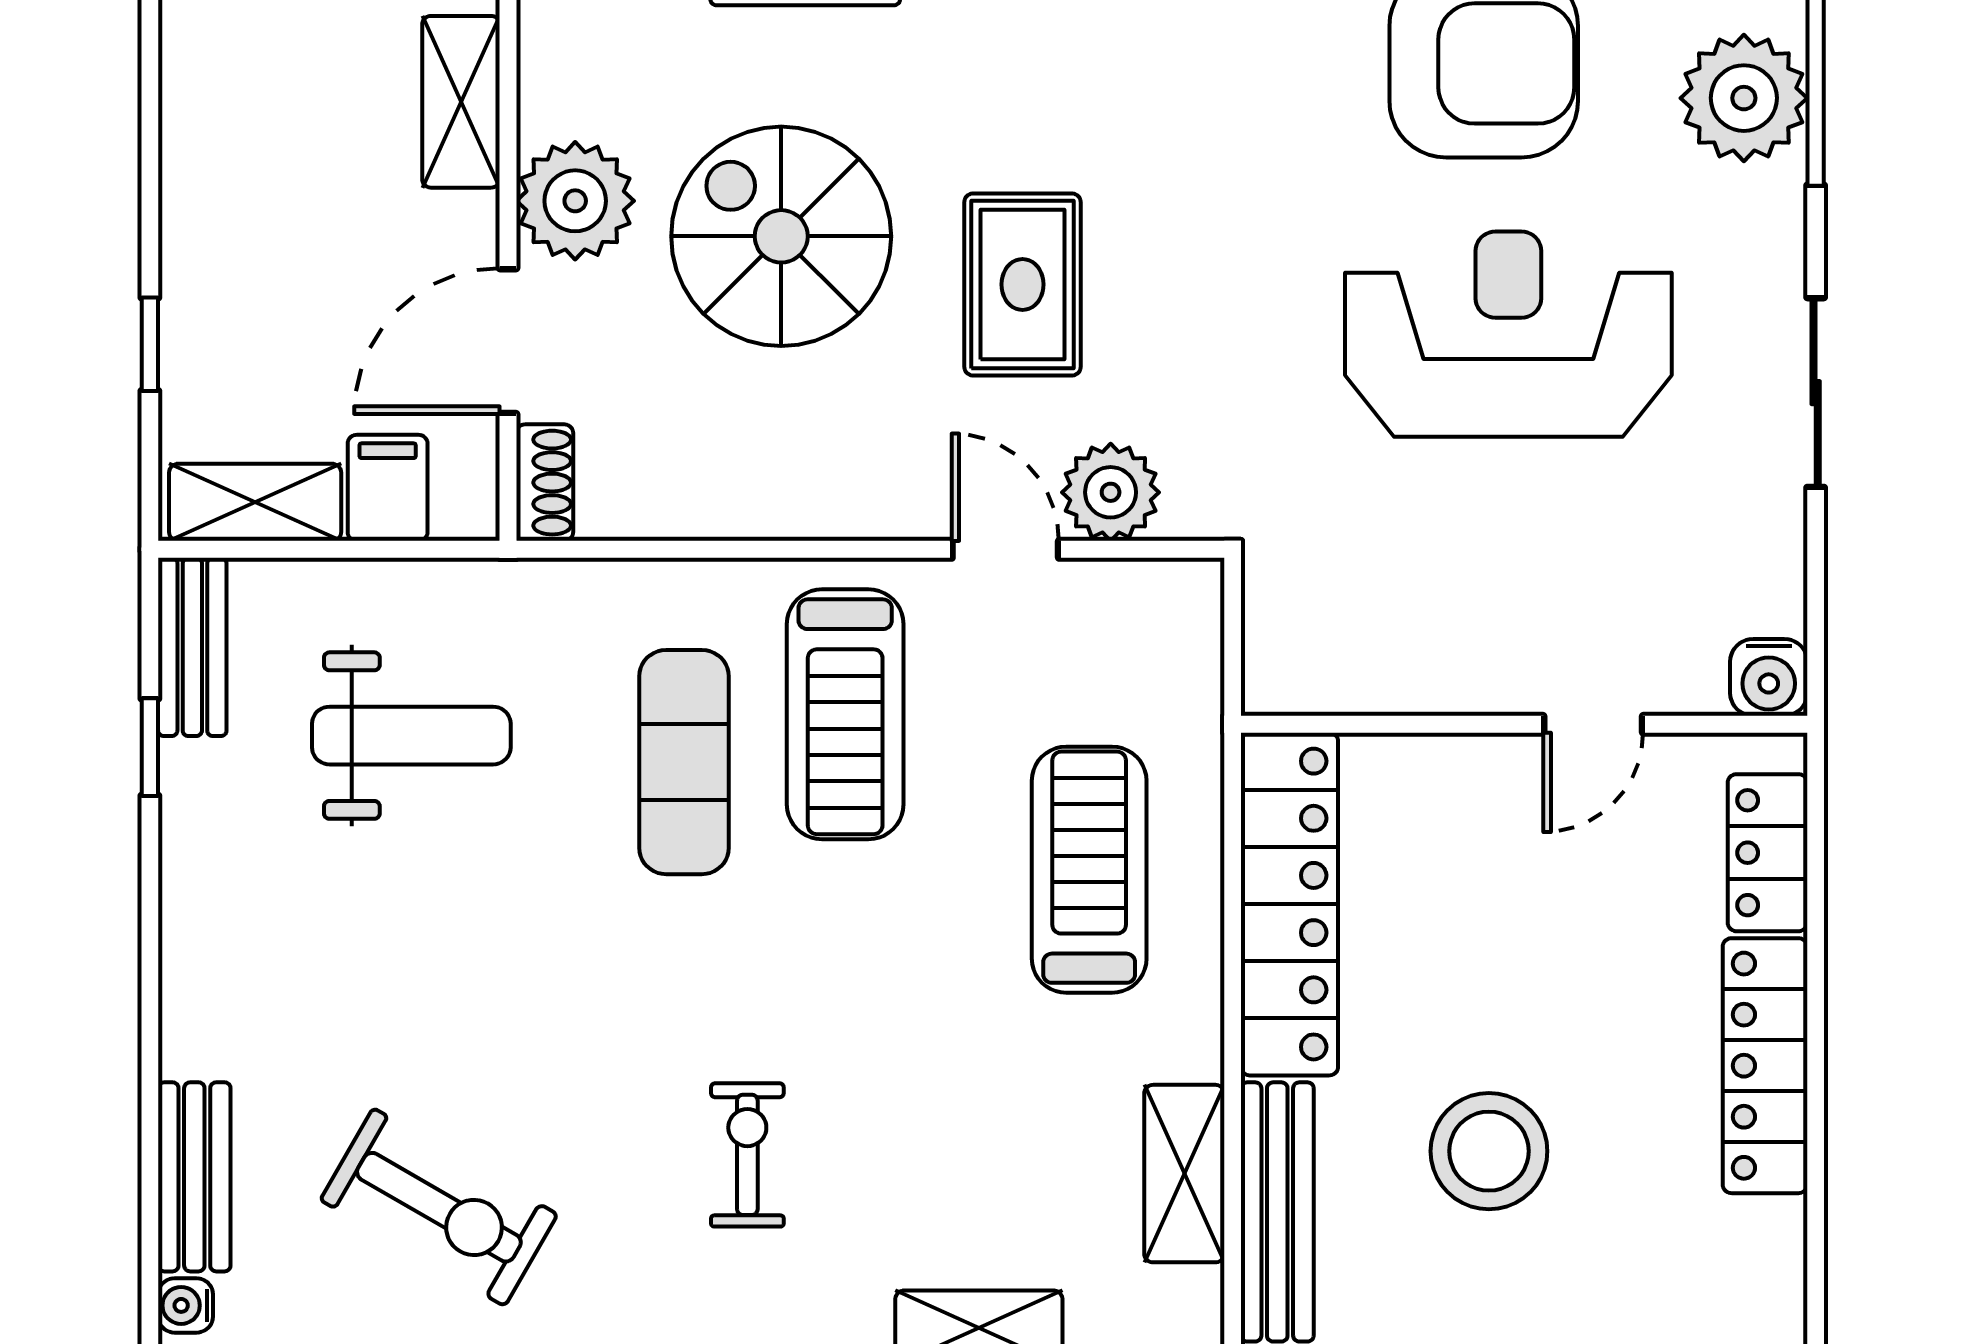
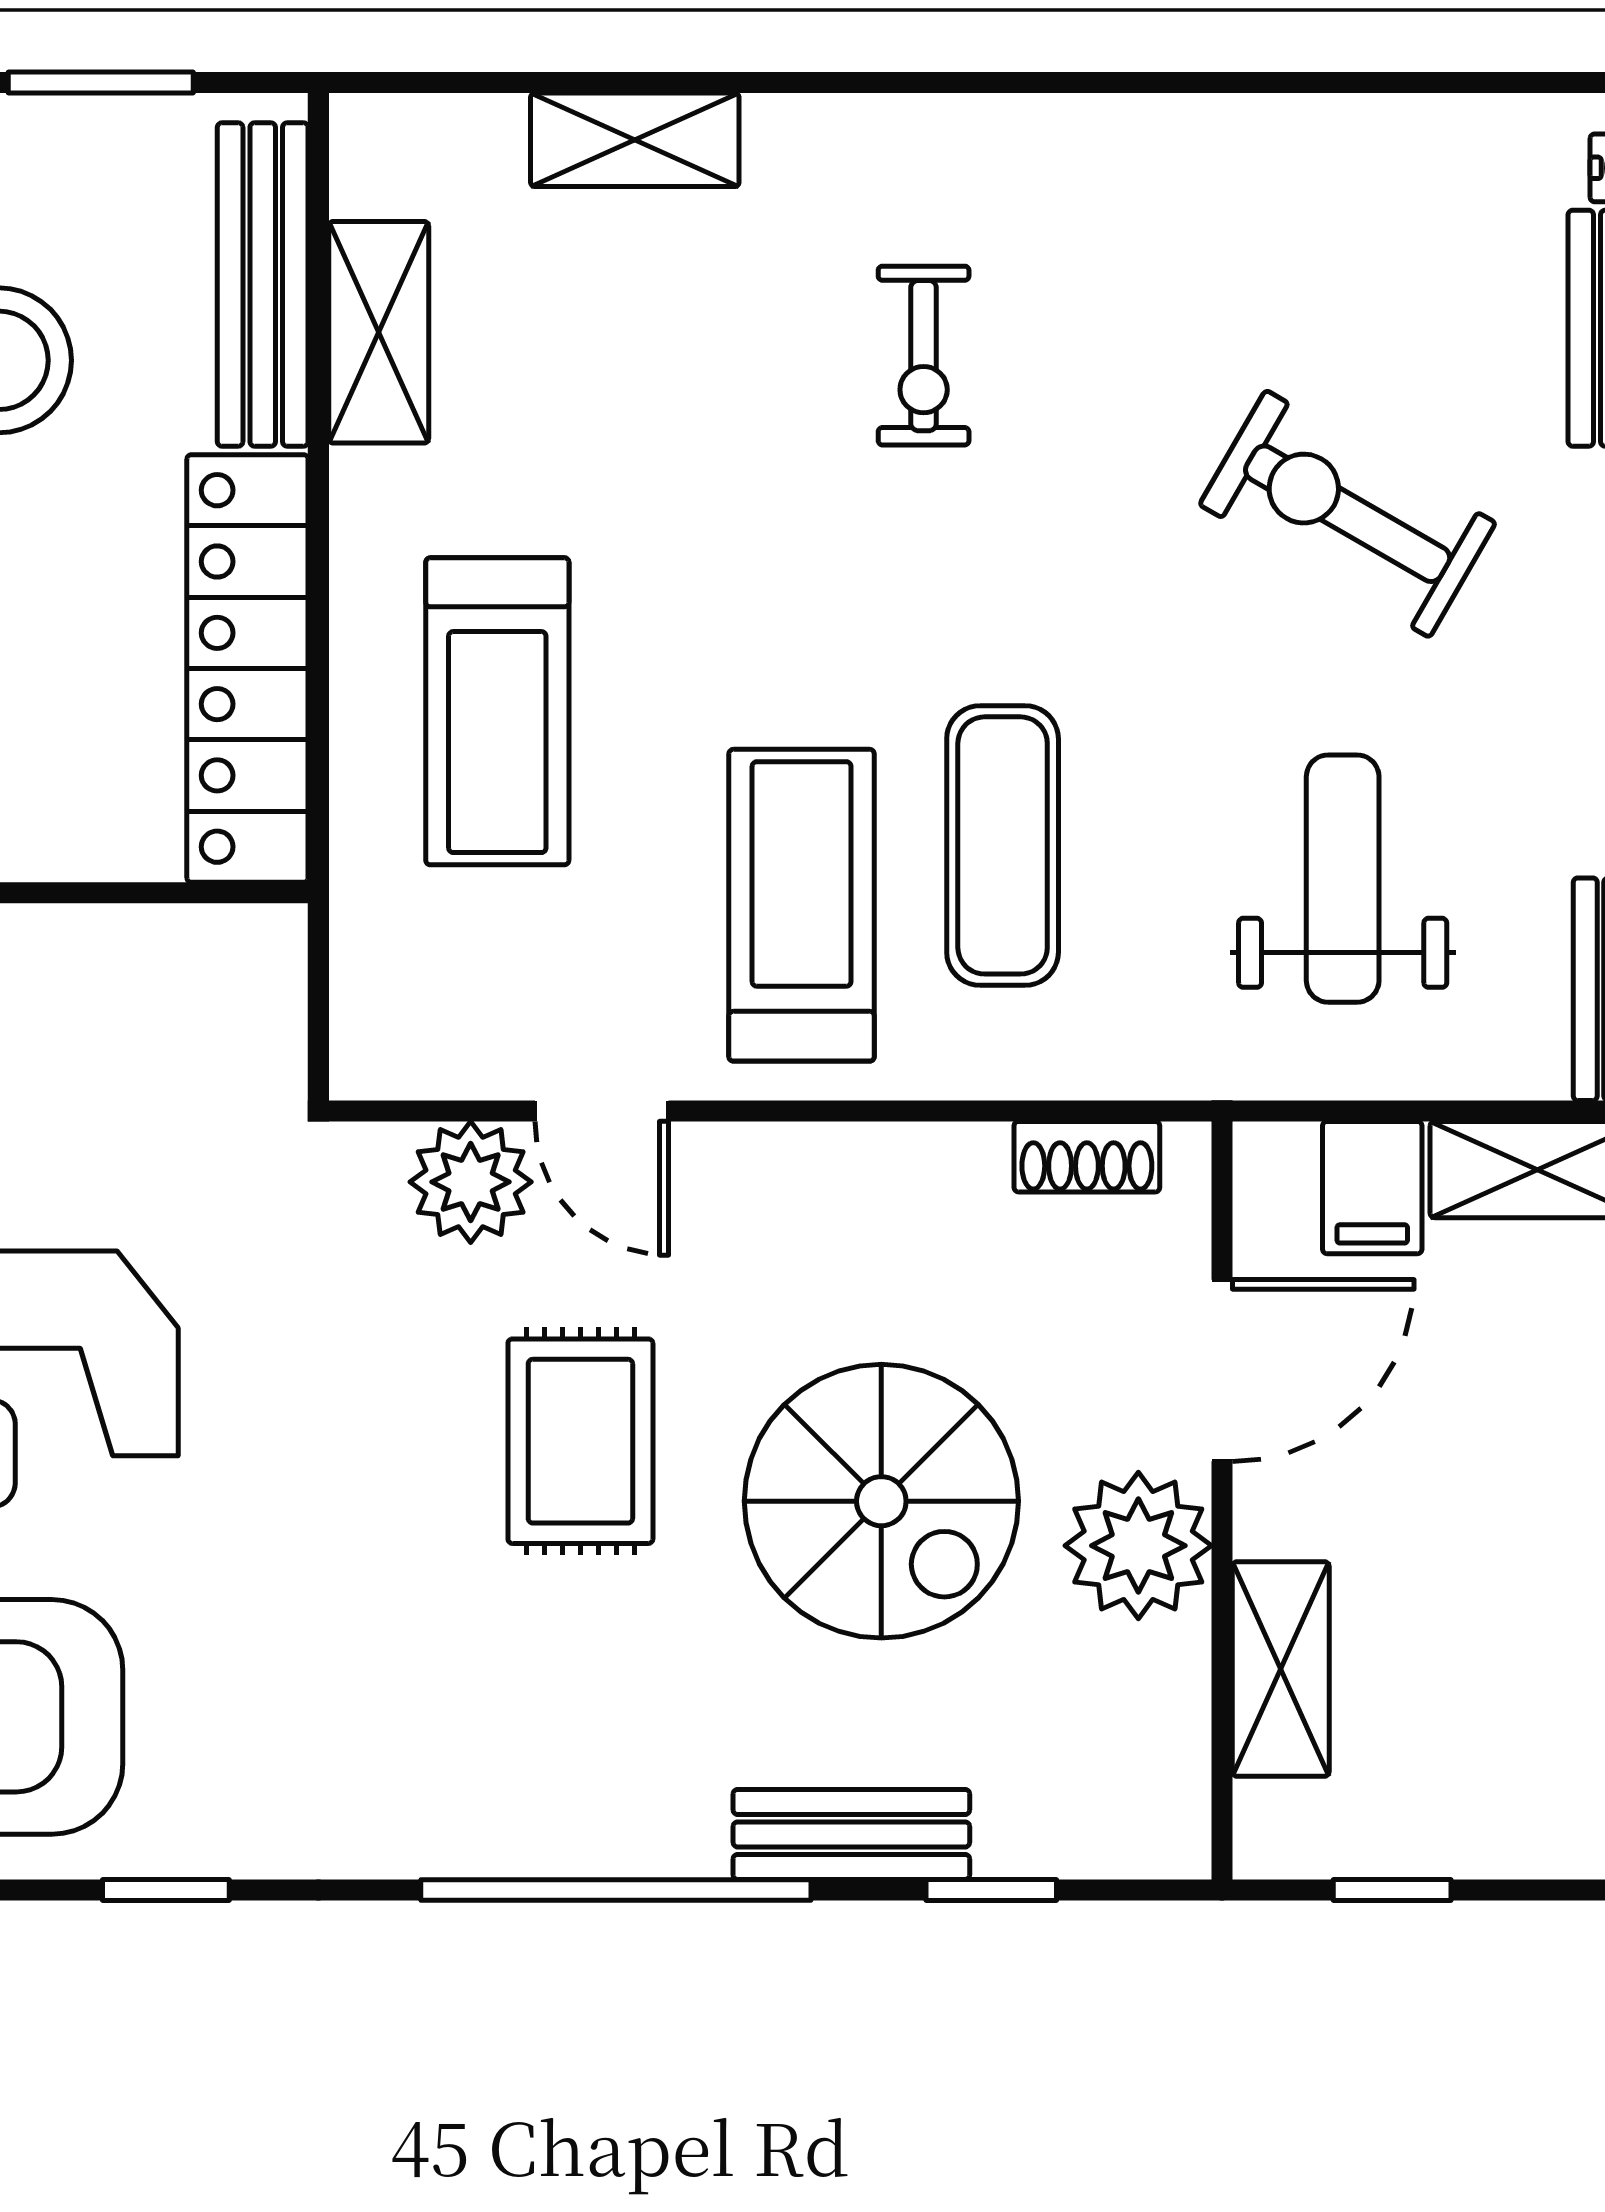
shoe rack: (545, 483) -> (1087, 1157), moved, turned -90
weight bench: (411, 736) -> (1343, 879), turned 90
exercise bike: (439, 1207) -> (1348, 514), moved

